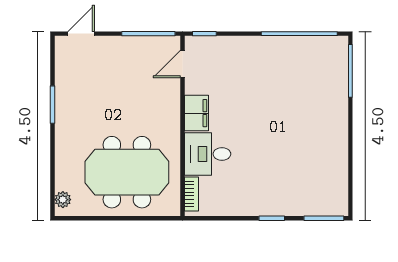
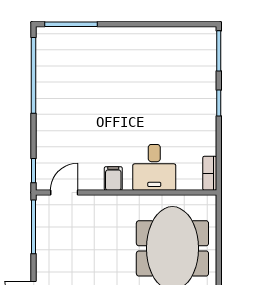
door: (183, 64) -> (64, 193), swing flipped
filing cabinet: (197, 113) -> (113, 178), width x0.50
bookcase: (191, 194) -> (210, 173), moved, turned -90

